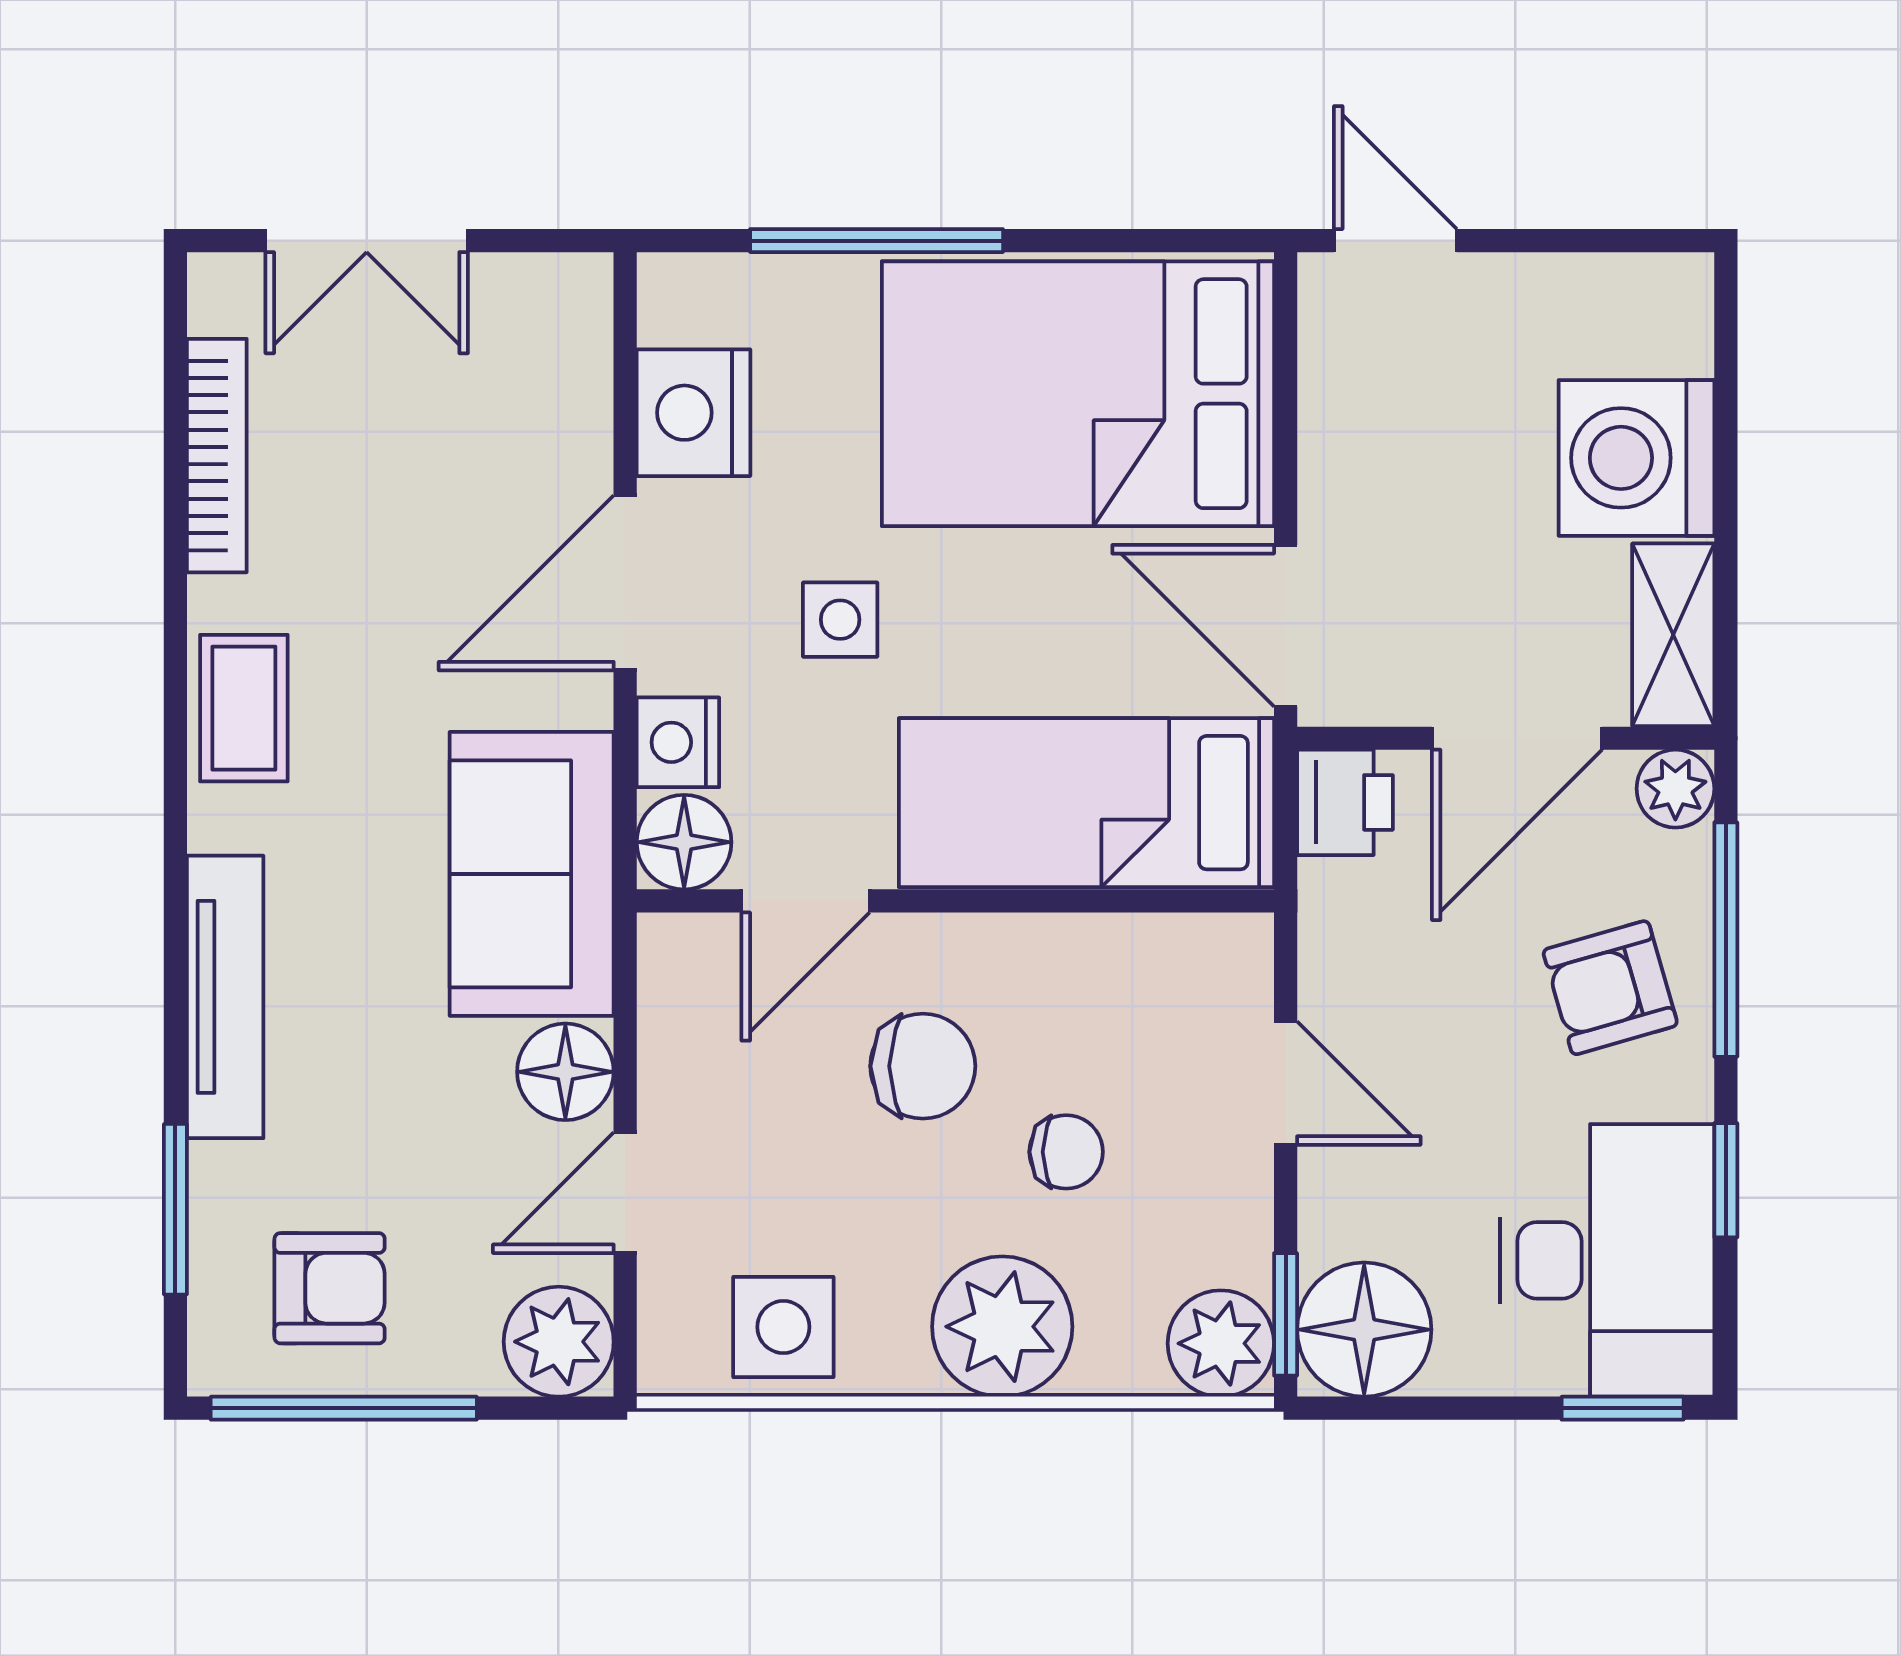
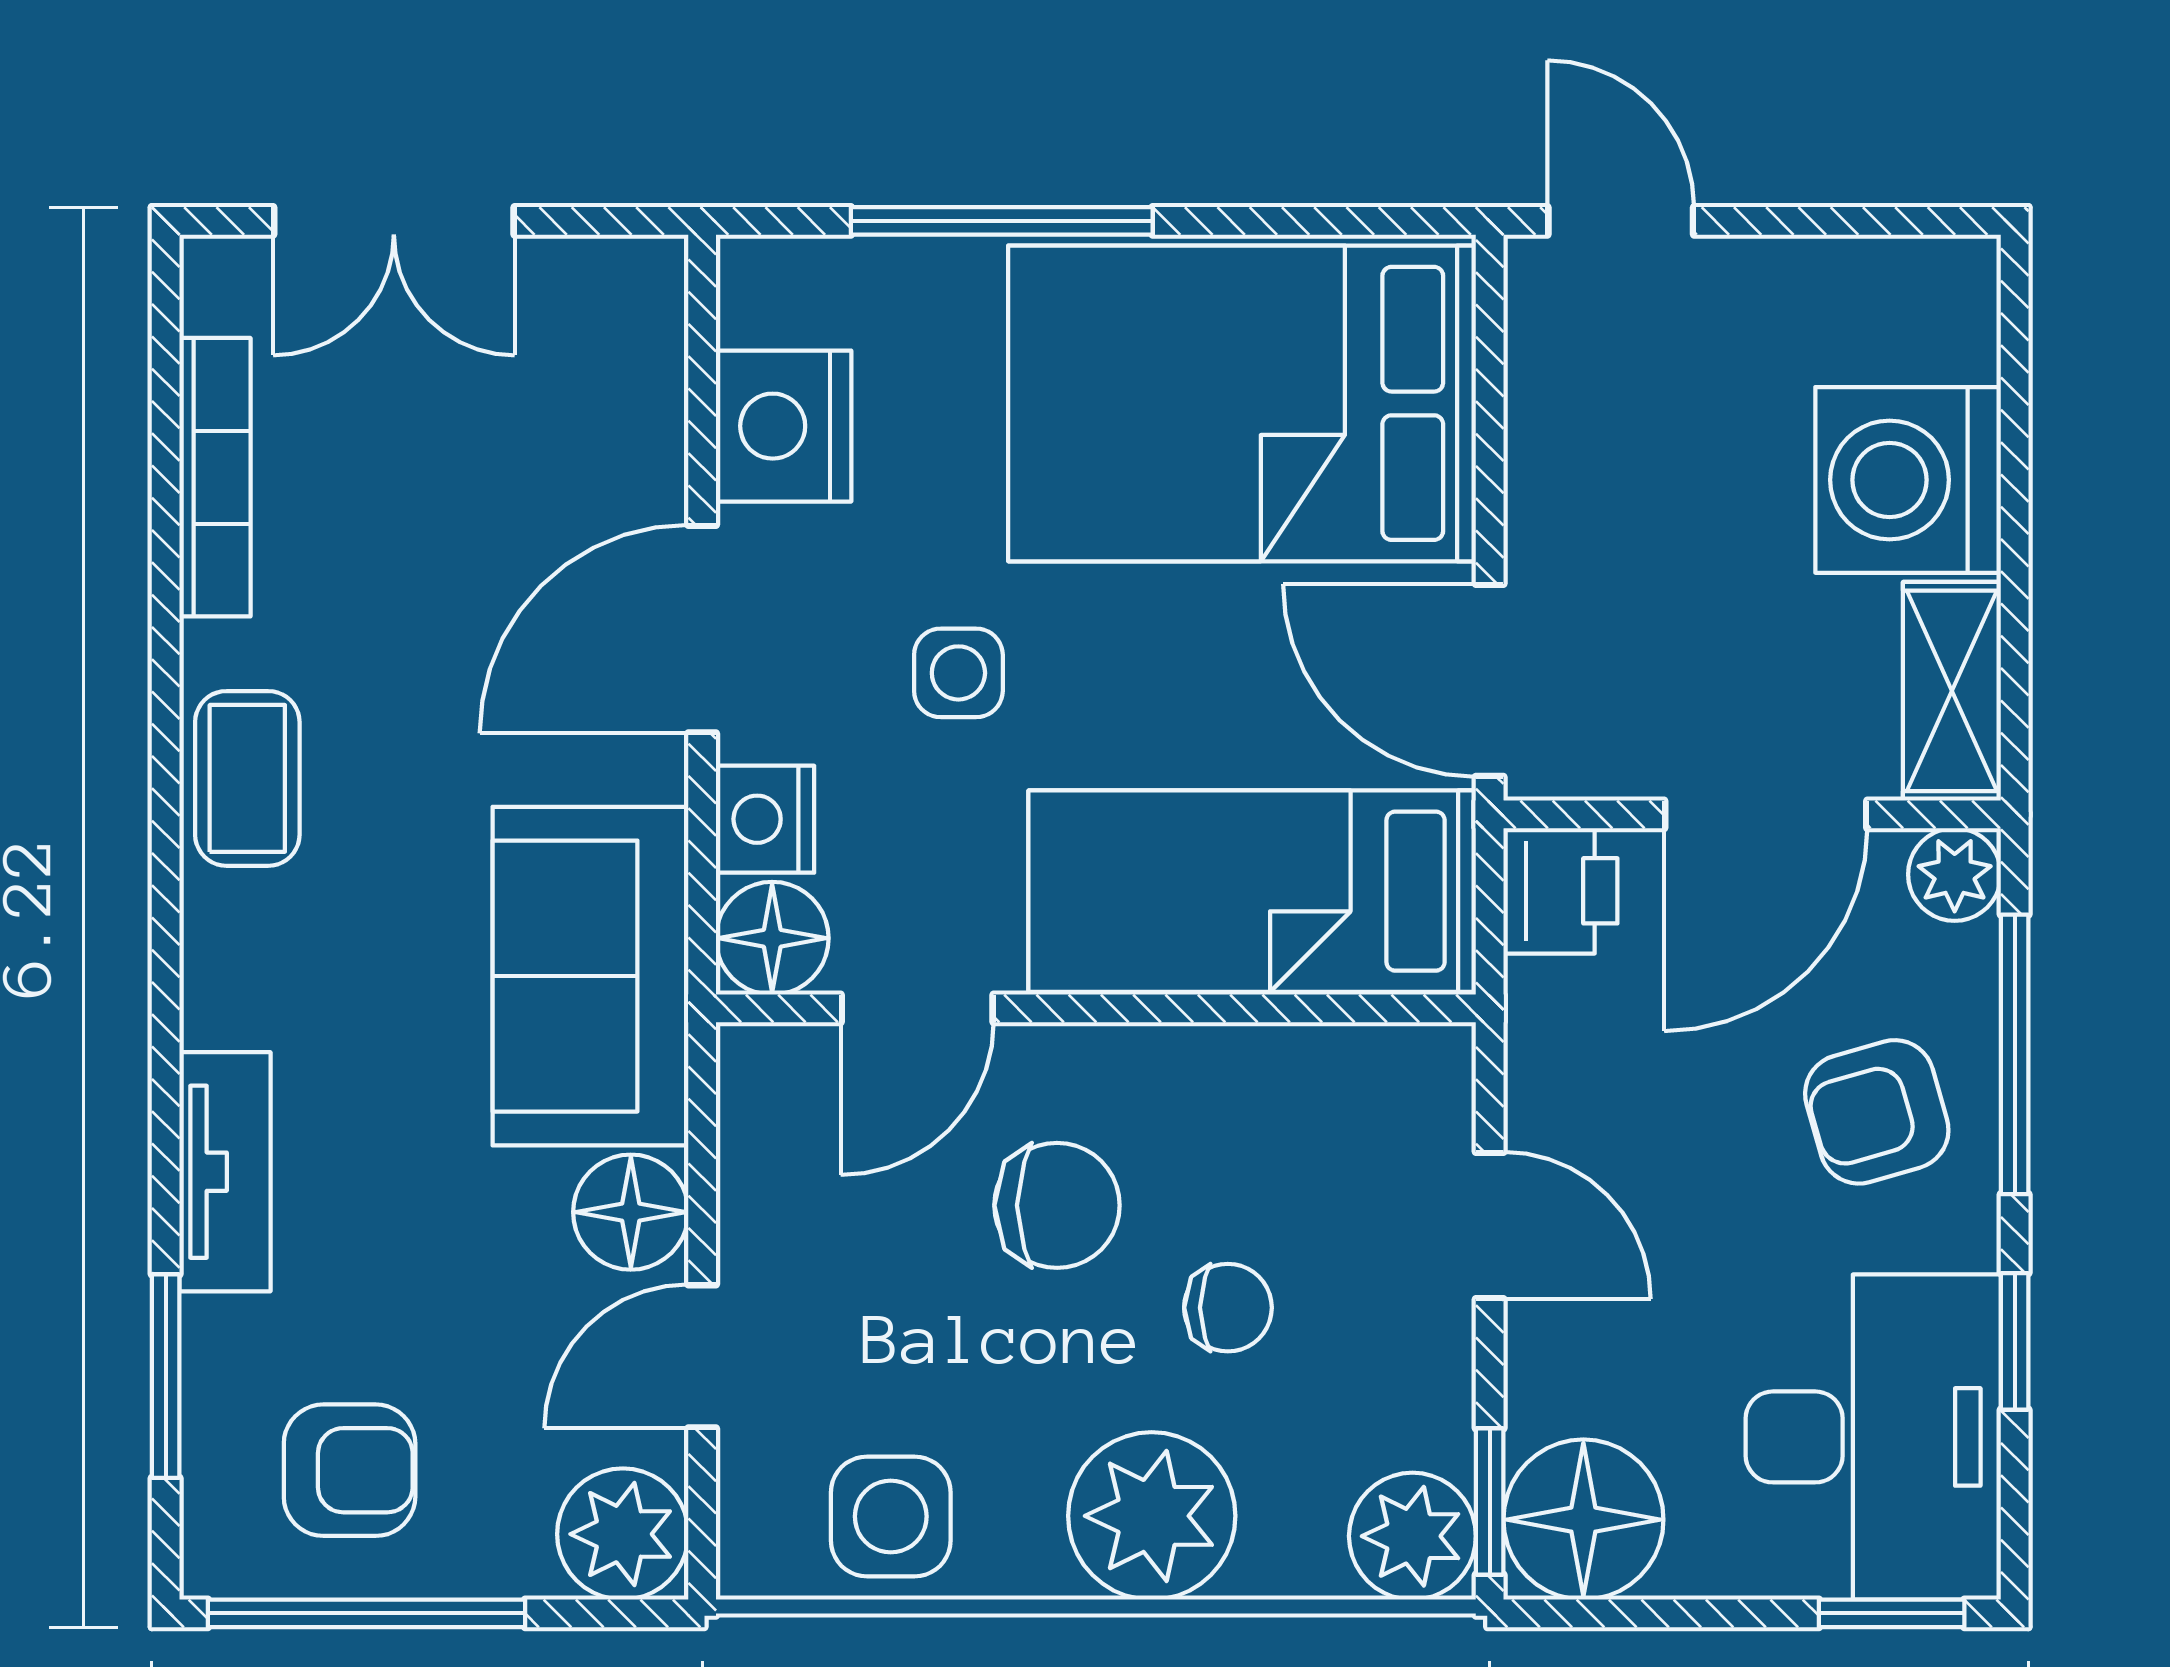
tv unit: (225, 997) -> (225, 1172), width x0.71

